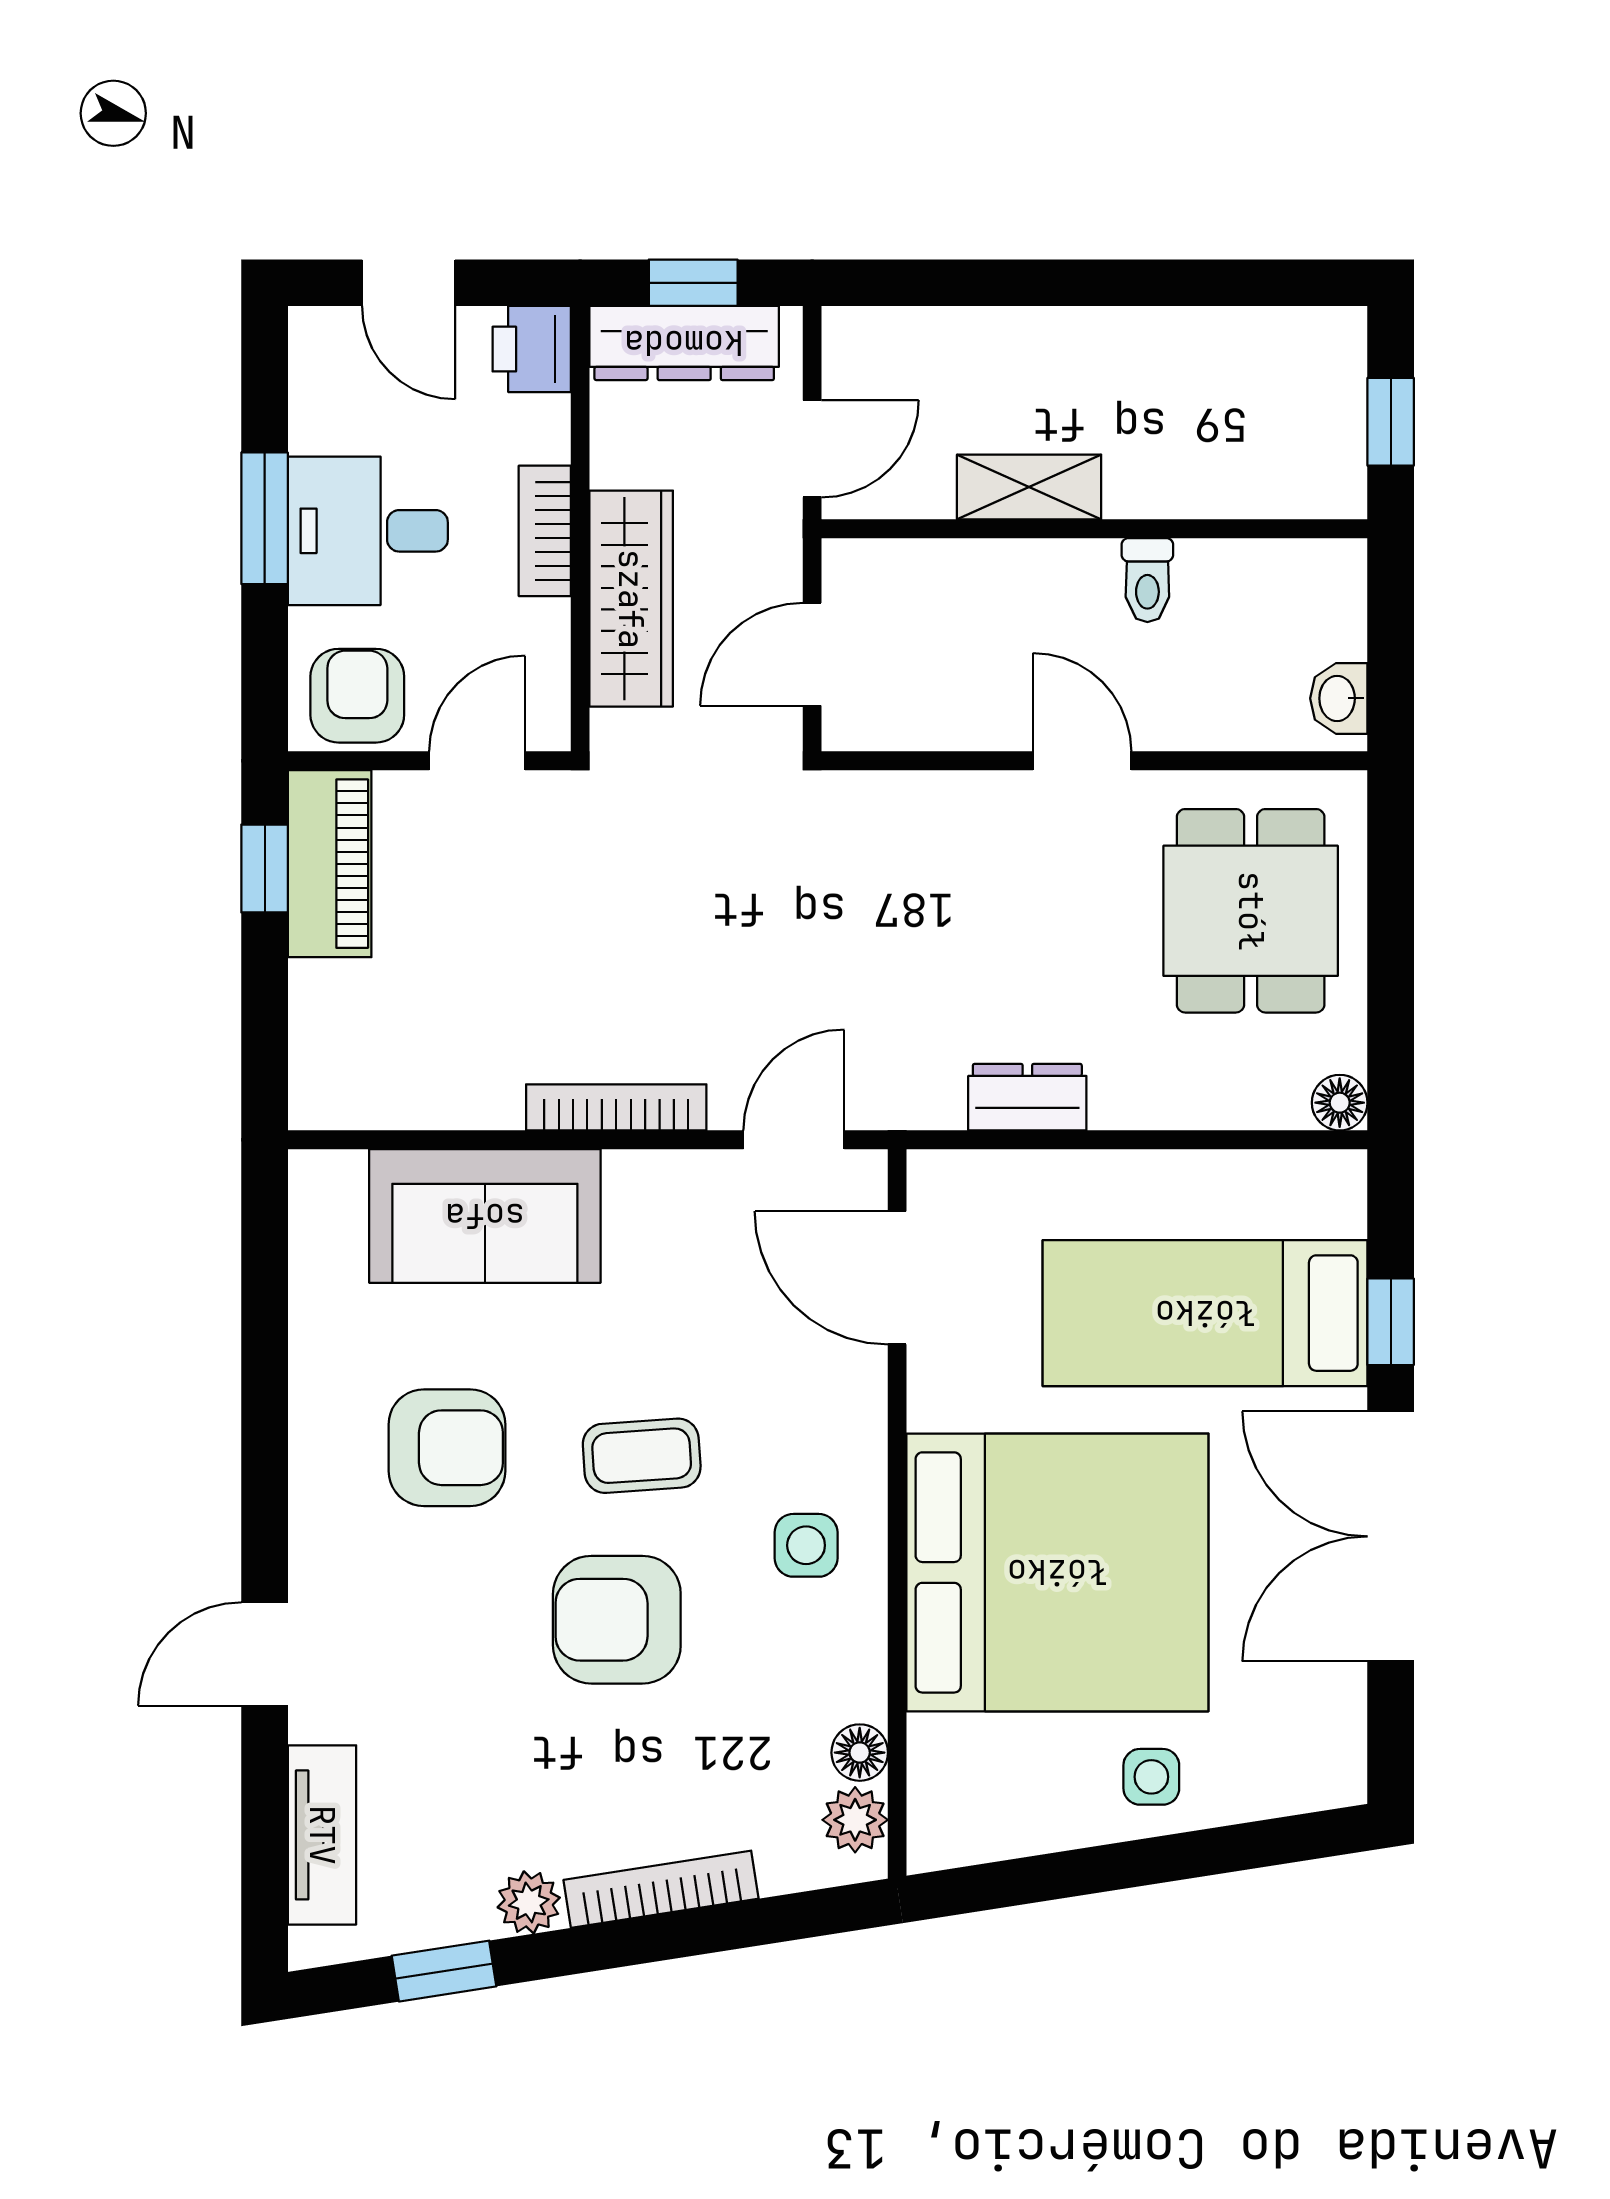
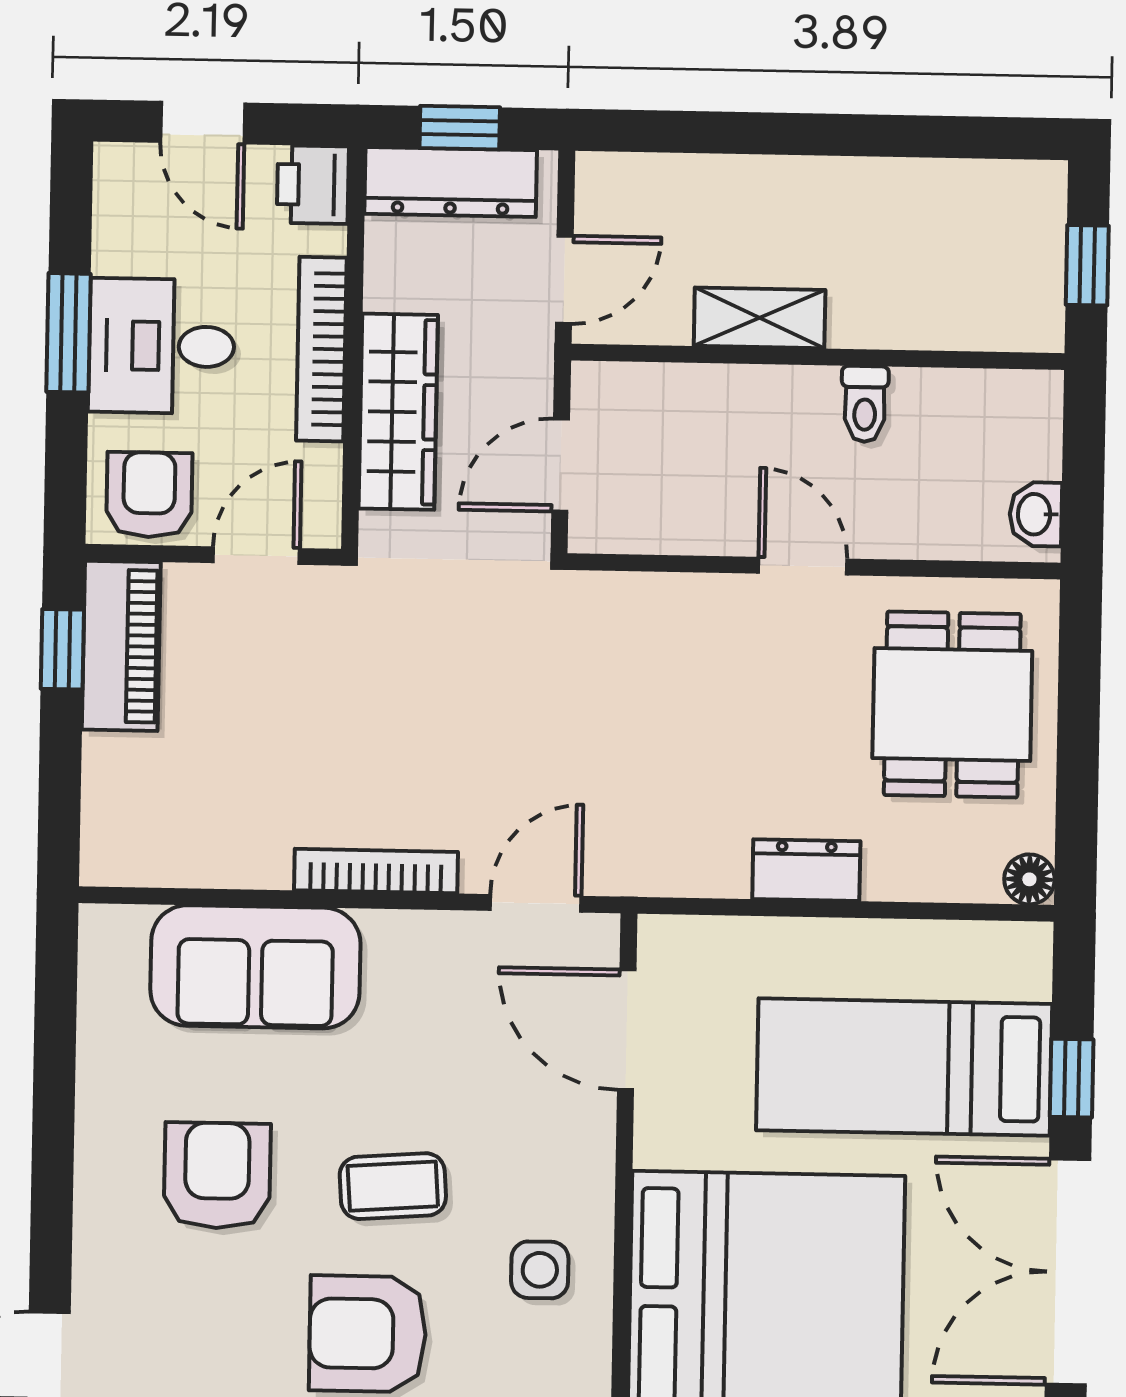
bookcase: (545, 531) -> (321, 349), width x1.56
dresser: (1027, 1097) -> (806, 870), moved
armchair: (447, 1448) -> (217, 1175), turned -90

